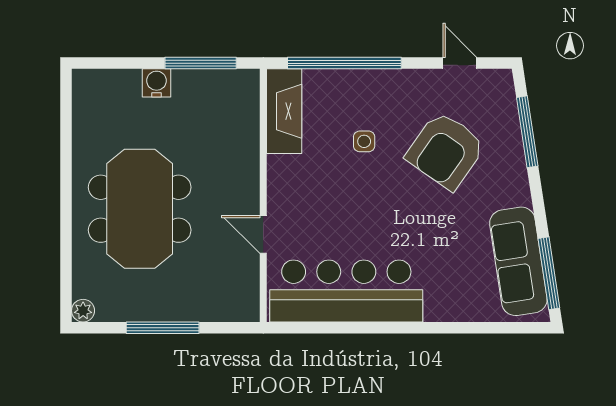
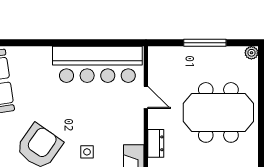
dresser: (247, 156) -> (156, 143), added
meeting table: (140, 209) -> (218, 112), turned 90

